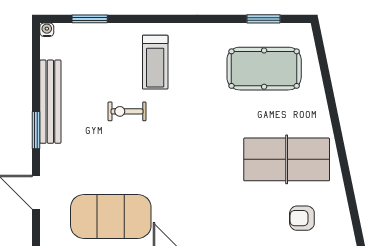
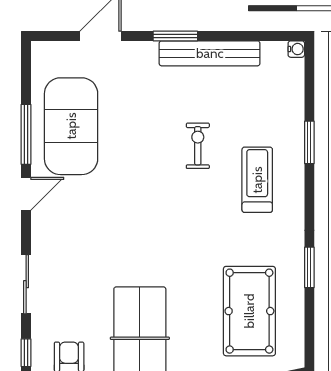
window: (90, 19) -> (309, 142), moved
window: (264, 19) -> (309, 267), moved
treadmill: (155, 62) -> (257, 180), turned 90

